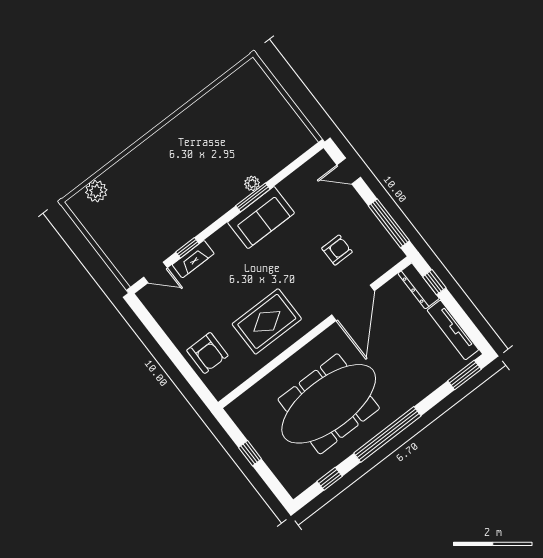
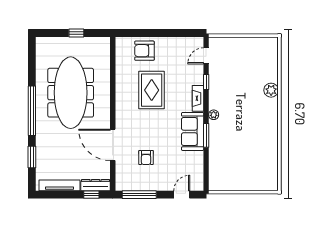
plant: (252, 183) -> (214, 115), moved
plant: (96, 191) -> (271, 90), moved
fireplace: (193, 259) -> (198, 98), moved
rug: (267, 321) -> (152, 90), moved
window: (464, 375) -> (32, 157), moved
window: (330, 479) -> (32, 64), removed

